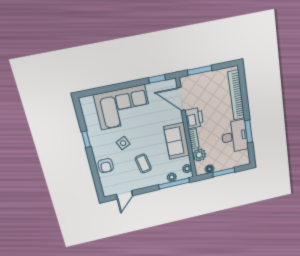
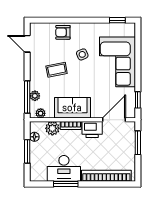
window: (86, 139) -> (117, 20), moved

